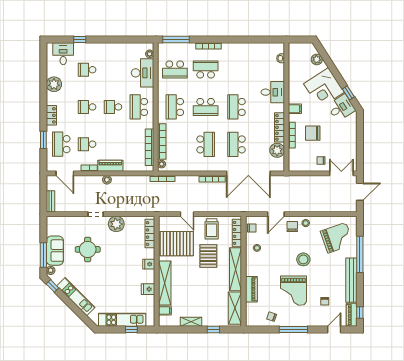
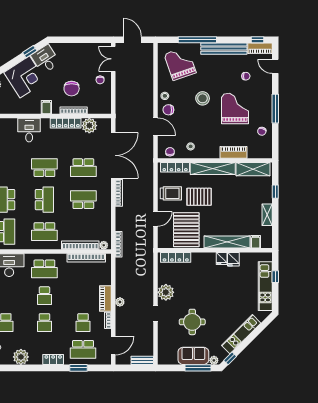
school desk: (236, 107) -> (44, 168), turned 180
fridge: (149, 264) -> (222, 259), moved
grand piano: (293, 291) -> (235, 109), turned -90

